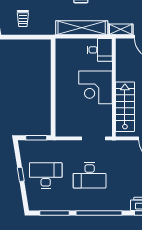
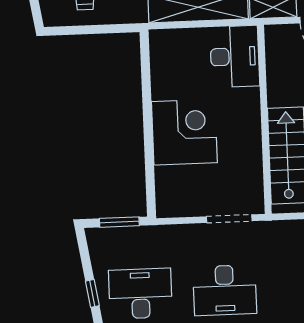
desk: (100, 50) -> (235, 56), width x1.37
corner desk: (96, 87) -> (184, 132), moved, turned 180

